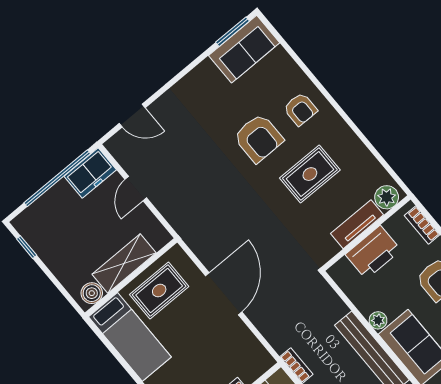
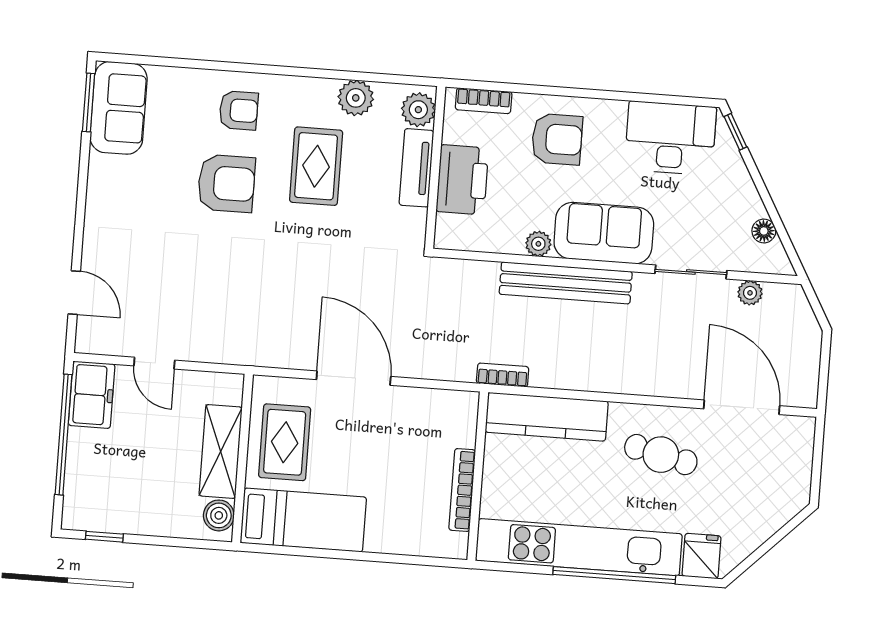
door: (132, 116) -> (74, 293), hinge flipped
plant: (362, 161) -> (356, 98), added

